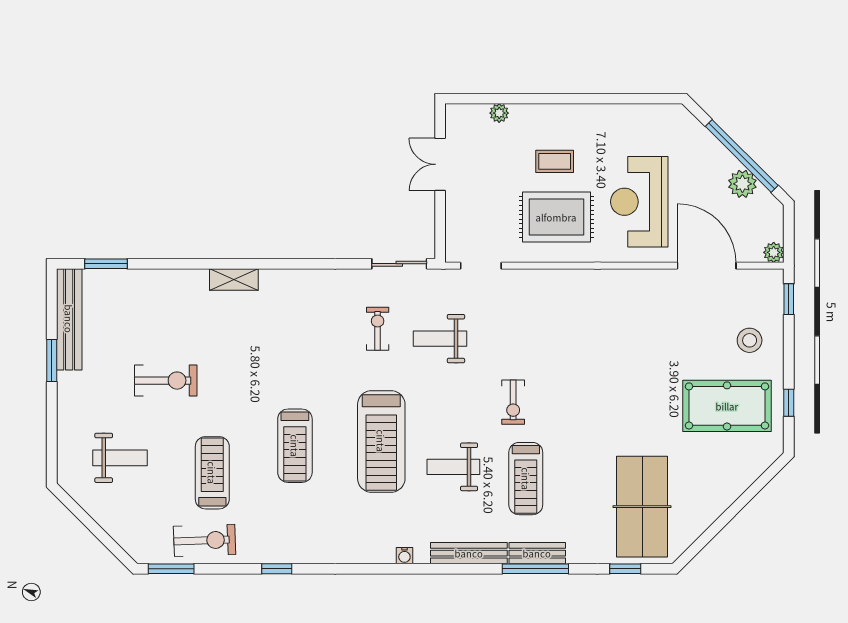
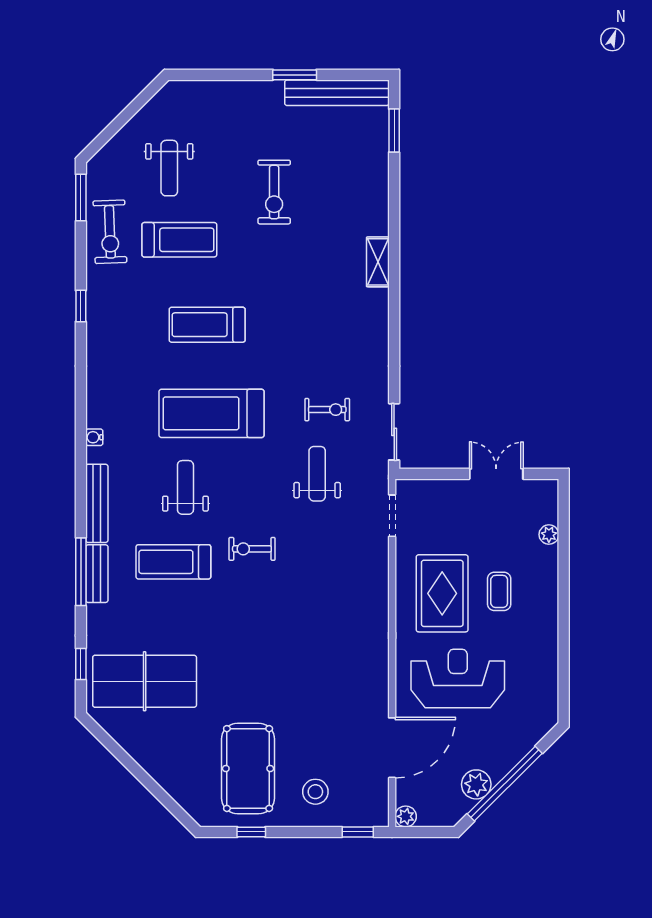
weight bench: (120, 458) -> (169, 168), moved

